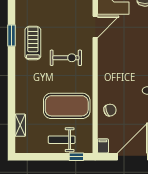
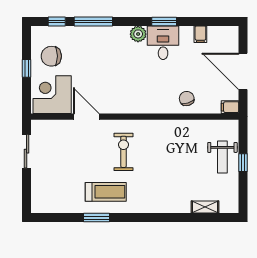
treadmill: (33, 43) -> (106, 192), turned 180
exercise mat: (67, 106) -> (182, 151), removed
window: (76, 157) -> (243, 163), moved

